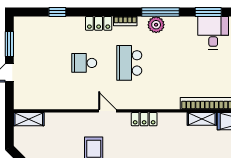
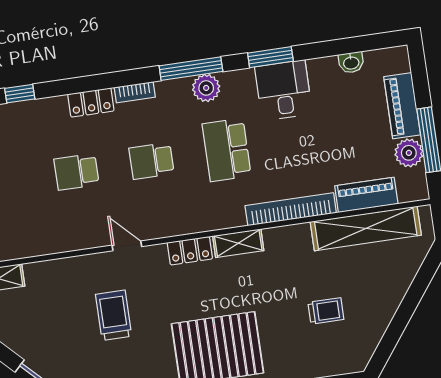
plant: (156, 25) -> (206, 88), moved
school desk: (129, 63) -> (152, 161), width x0.54
school desk: (174, 63) -> (227, 150), added
shelving: (202, 119) -> (238, 243), moved

